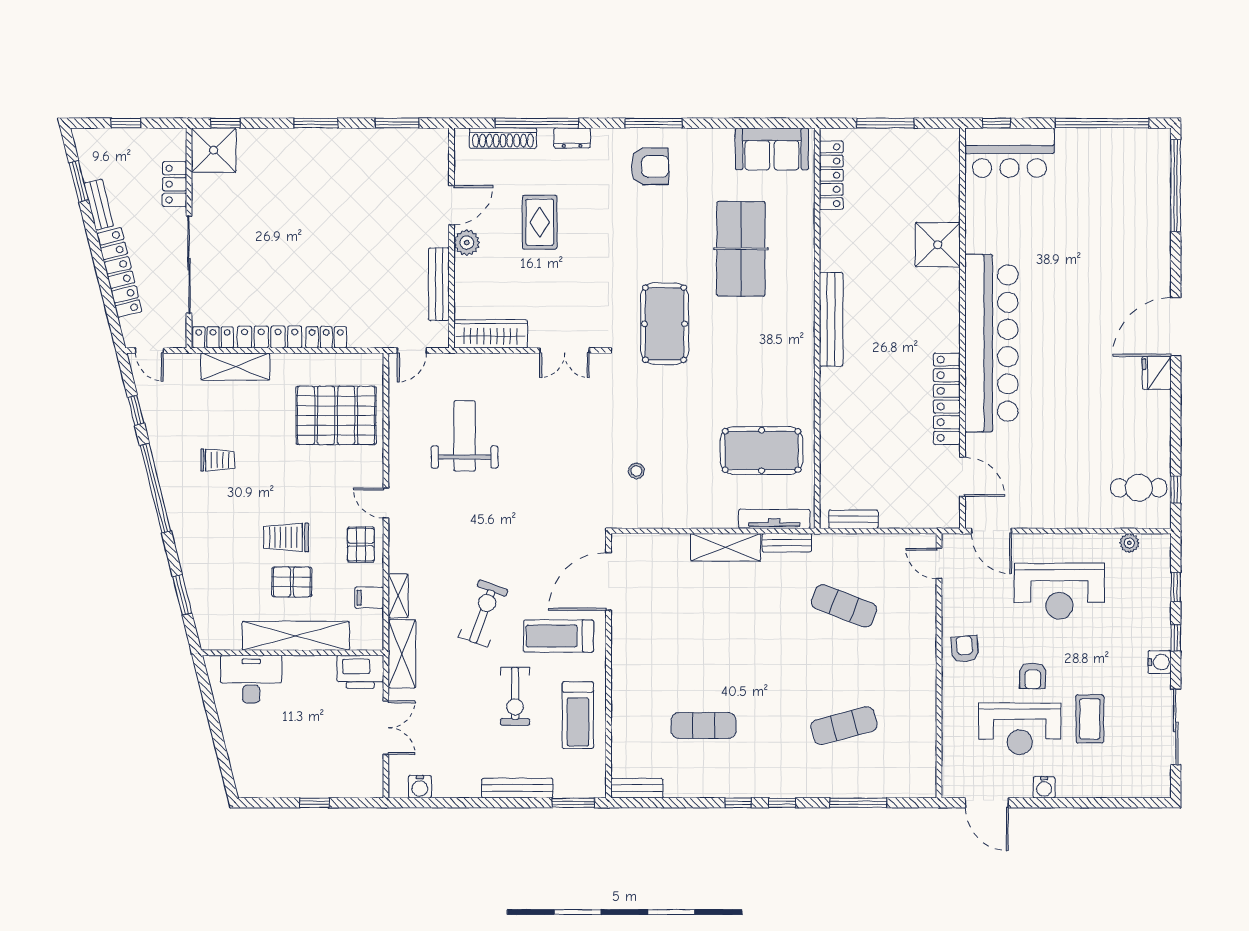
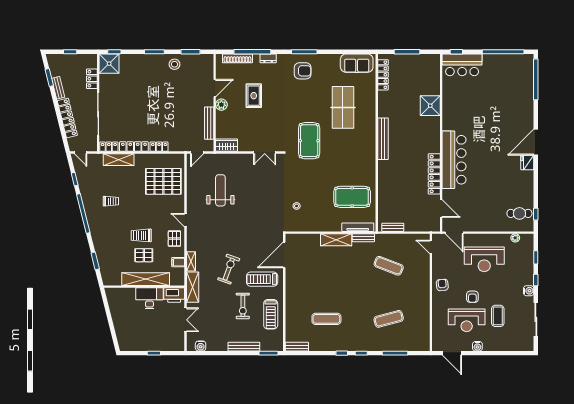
stool: (361, 151) -> (175, 64), added
wardrobe: (491, 334) -> (227, 145), width x0.67
bar counter: (991, 343) -> (454, 160), width x0.73
desk: (251, 679) -> (149, 298), moved

